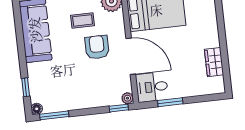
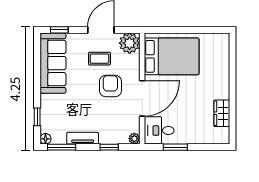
door: (131, 56) -> (142, 98), hinge flipped
tv unit: (75, 104) -> (83, 138), added
window: (119, 108) -> (109, 147), moved

